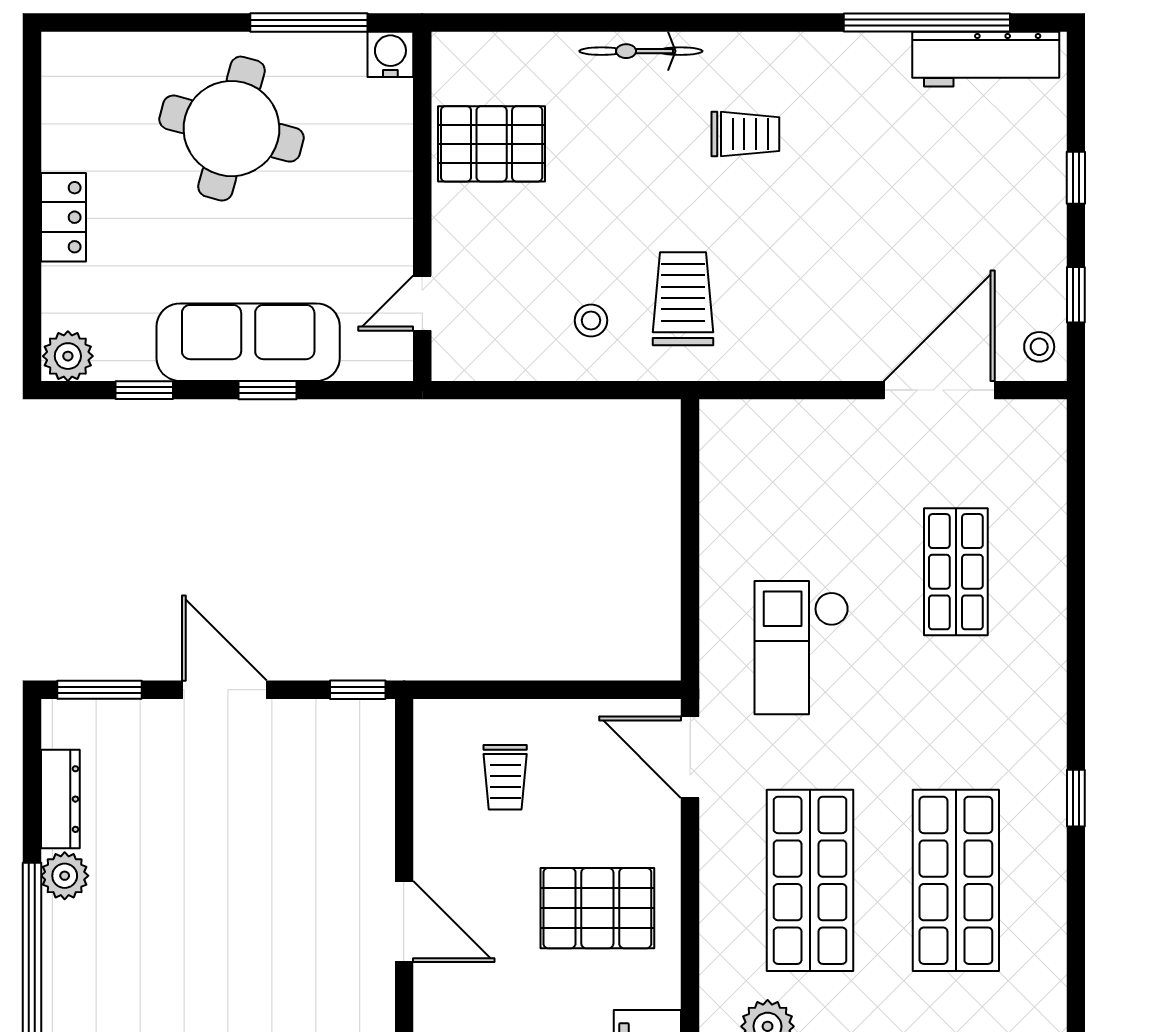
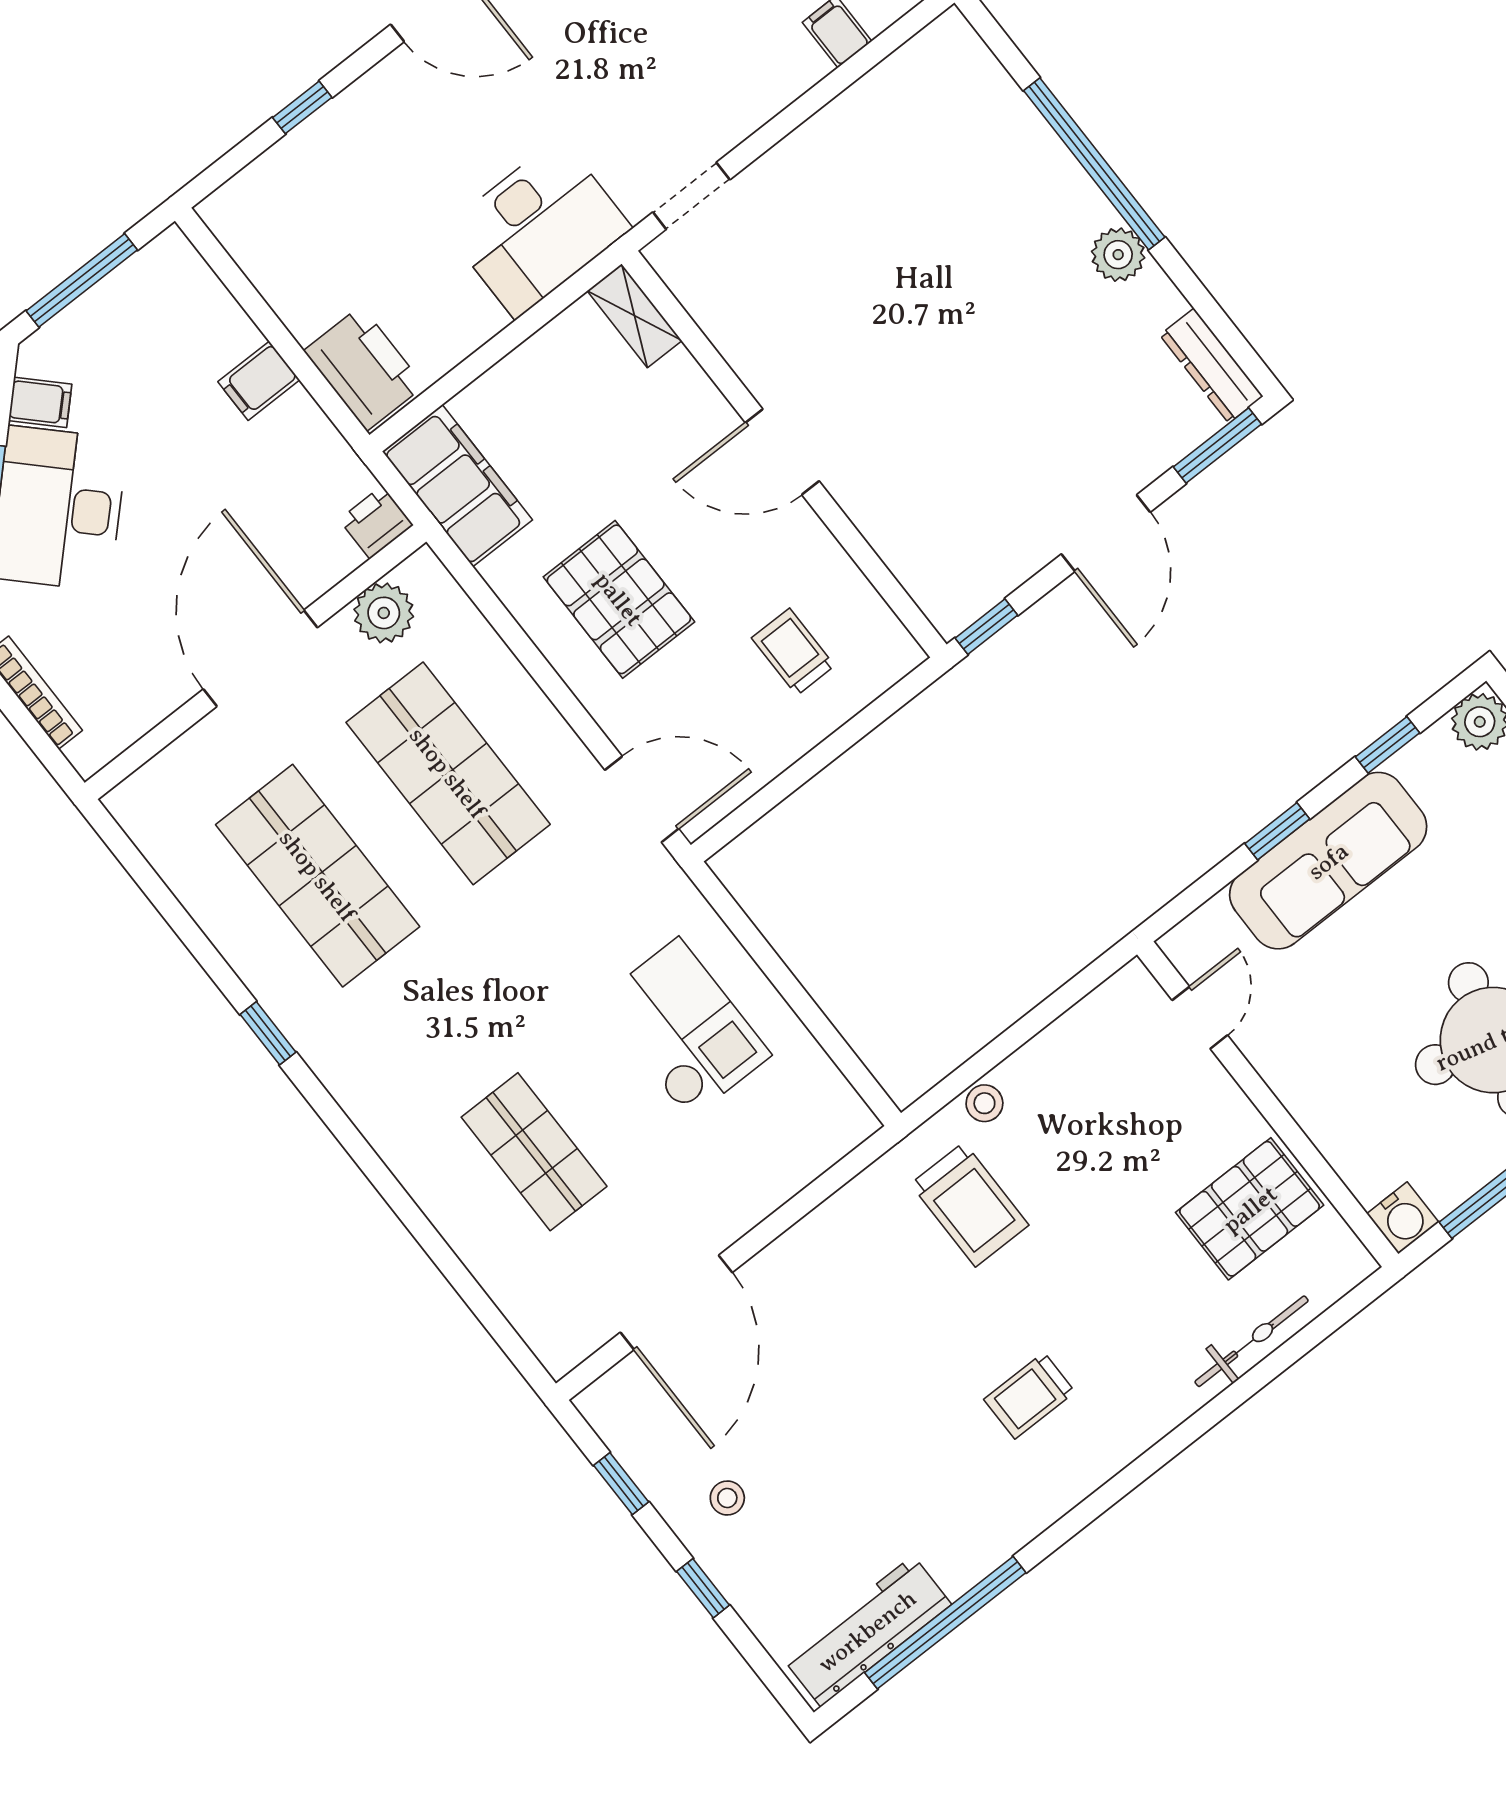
bicycle: (641, 51) -> (1252, 1341), moved
stool: (591, 320) -> (984, 1103), moved
stool: (1039, 347) -> (727, 1498), moved
checkout: (801, 648) -> (684, 1028), moved
door: (224, 690) -> (1106, 533), hinge flipped
dresser: (60, 799) -> (1211, 366), moved
pallet: (597, 908) -> (619, 599), turned 90

